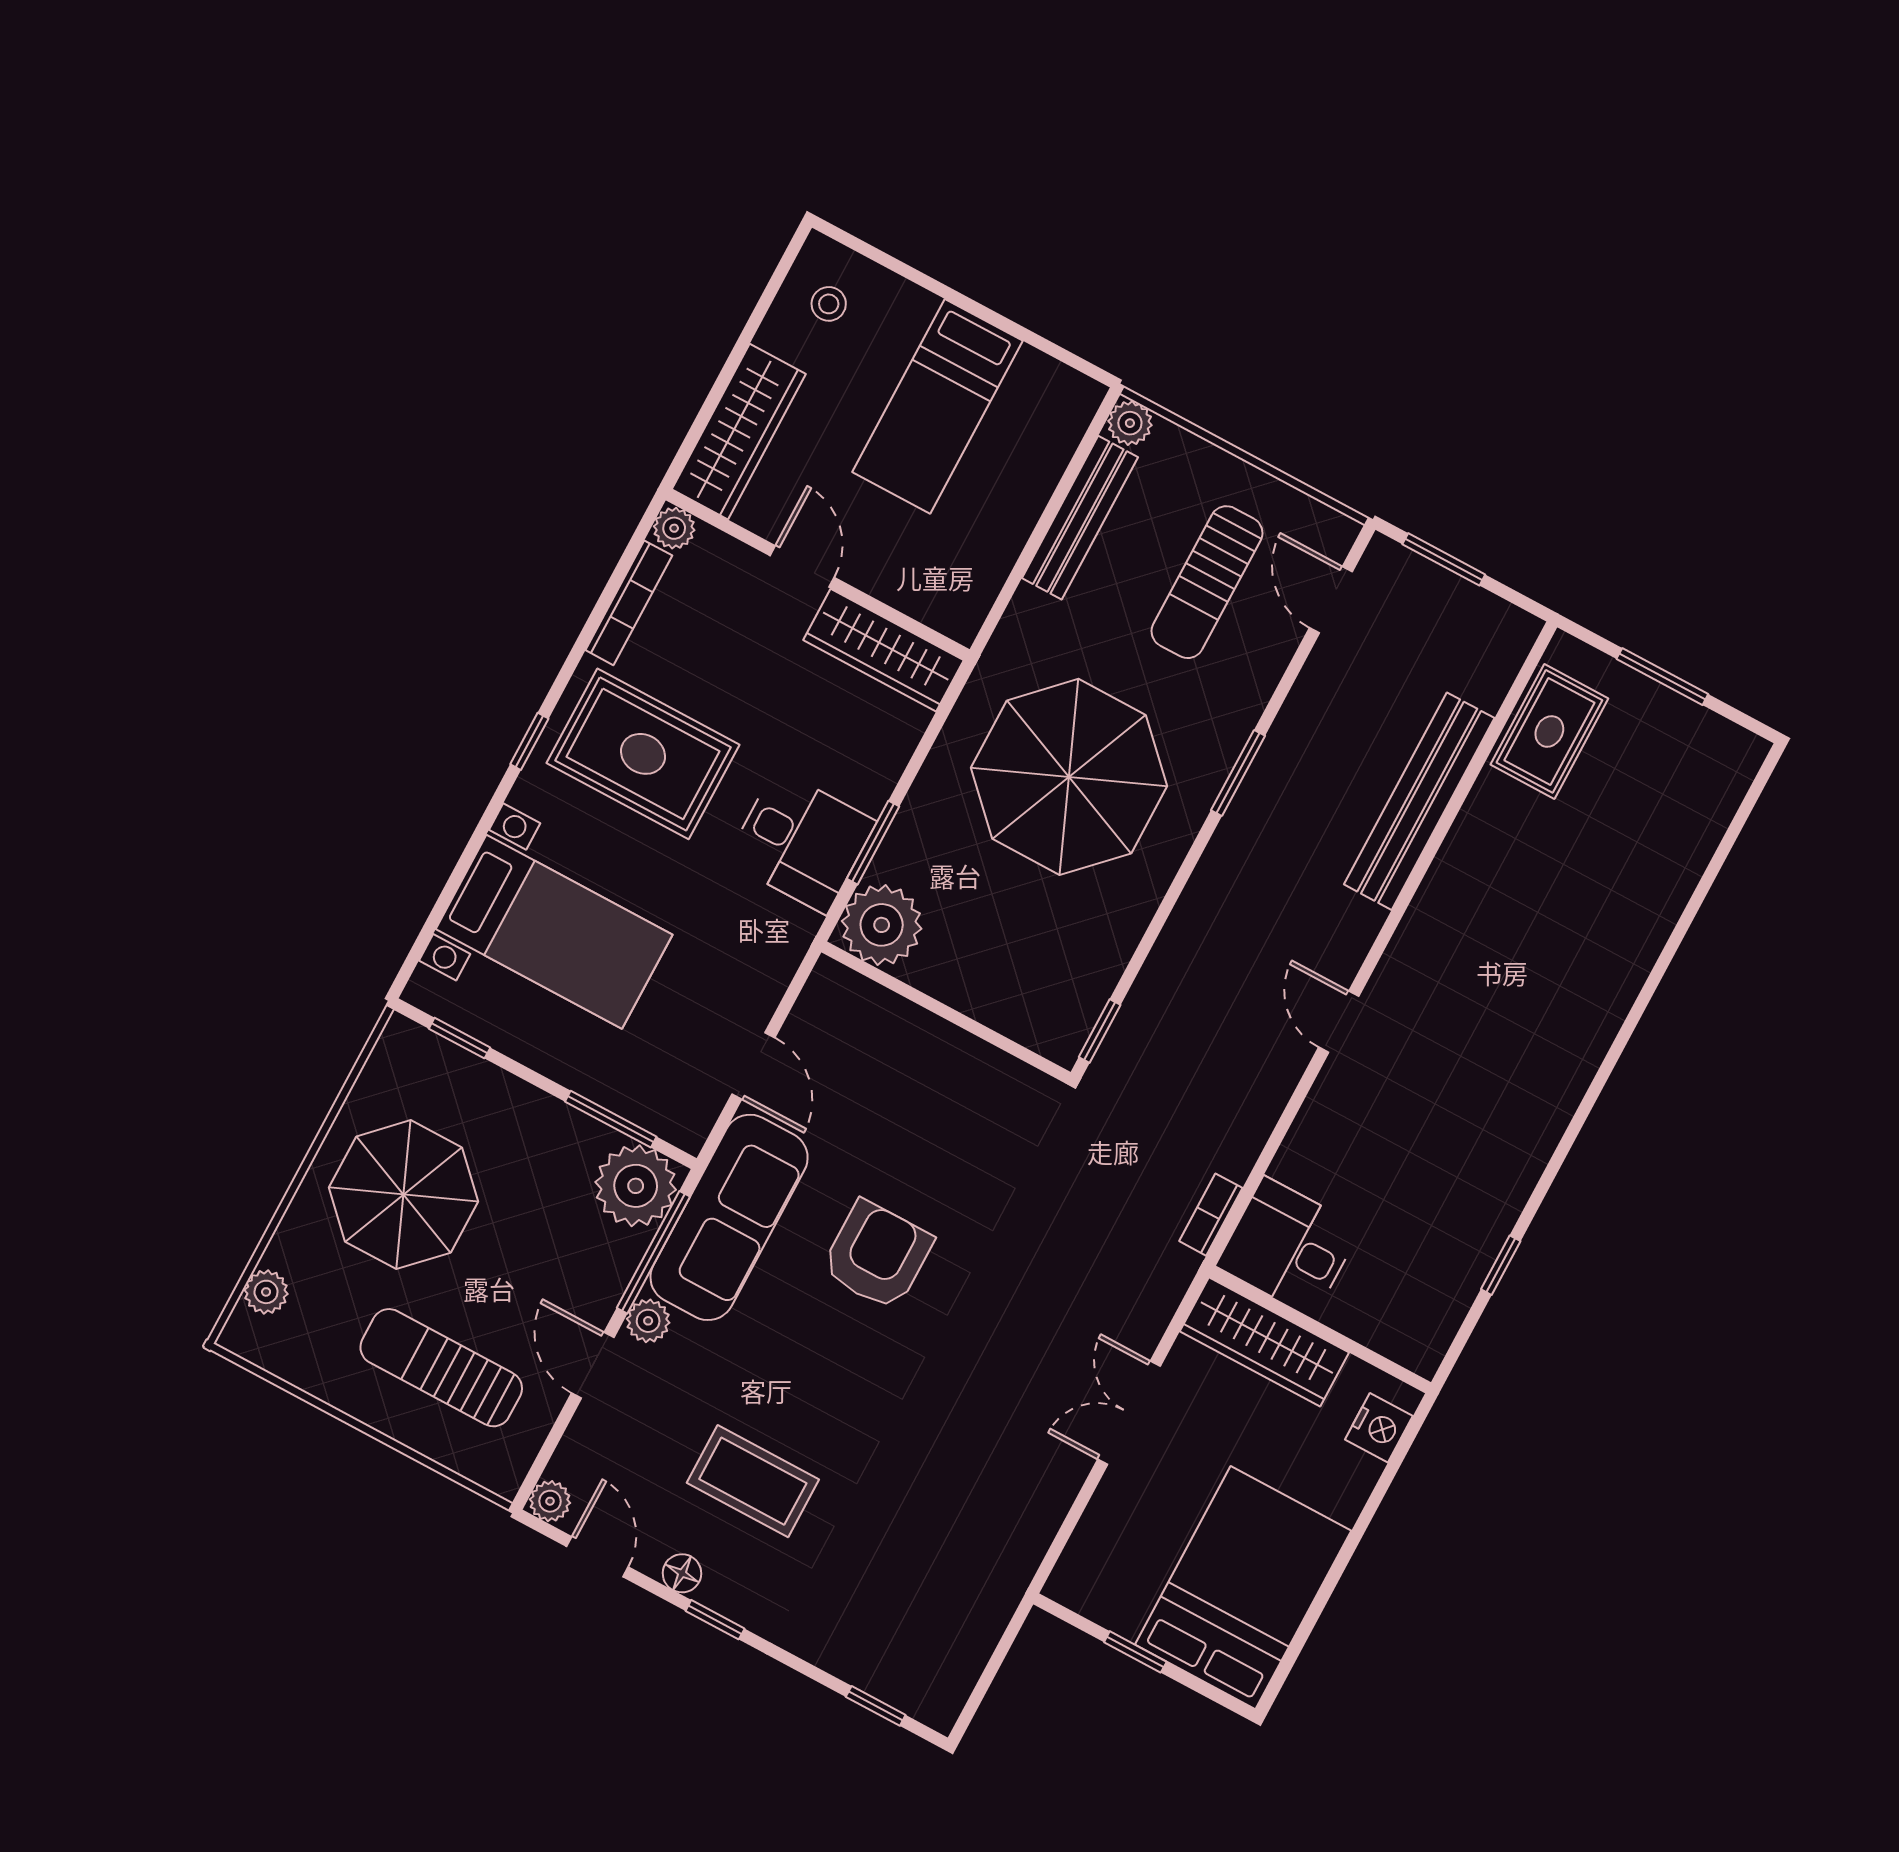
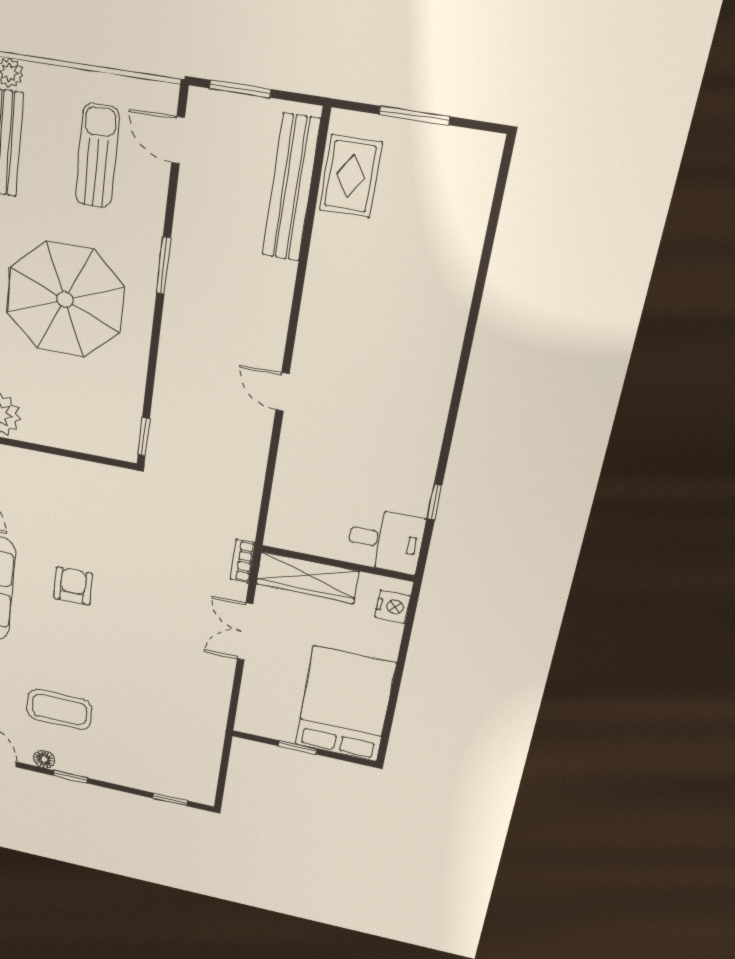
sun lounger: (1207, 582) -> (97, 156), turned 180
bench: (1419, 801) -> (291, 188), moved
bookcase: (1211, 1215) -> (243, 561), moved
desk: (1288, 1247) -> (385, 541), moved, turned 180
armchair: (877, 1255) -> (73, 586), width x0.72, depth x0.72

